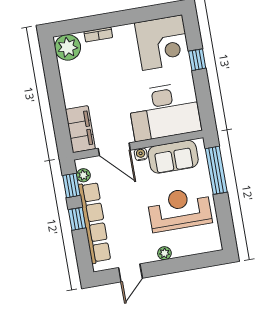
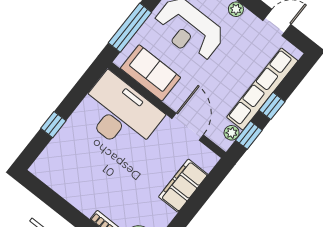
corner desk: (163, 43) -> (65, 165), removed
filing cabinet: (80, 129) -> (183, 186), moved
water cooler: (141, 154) -> (172, 101), removed

